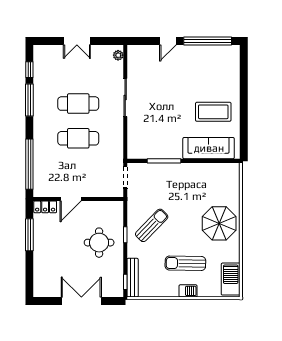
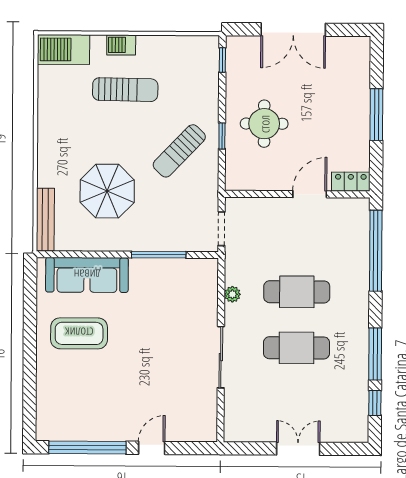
plant: (118, 55) -> (232, 294), moved
parasol: (219, 223) -> (107, 191), moved
window: (29, 235) -> (376, 115), moved
bench: (133, 278) -> (45, 220), moved
barbecue: (231, 279) -> (63, 49), moved, turned 90

